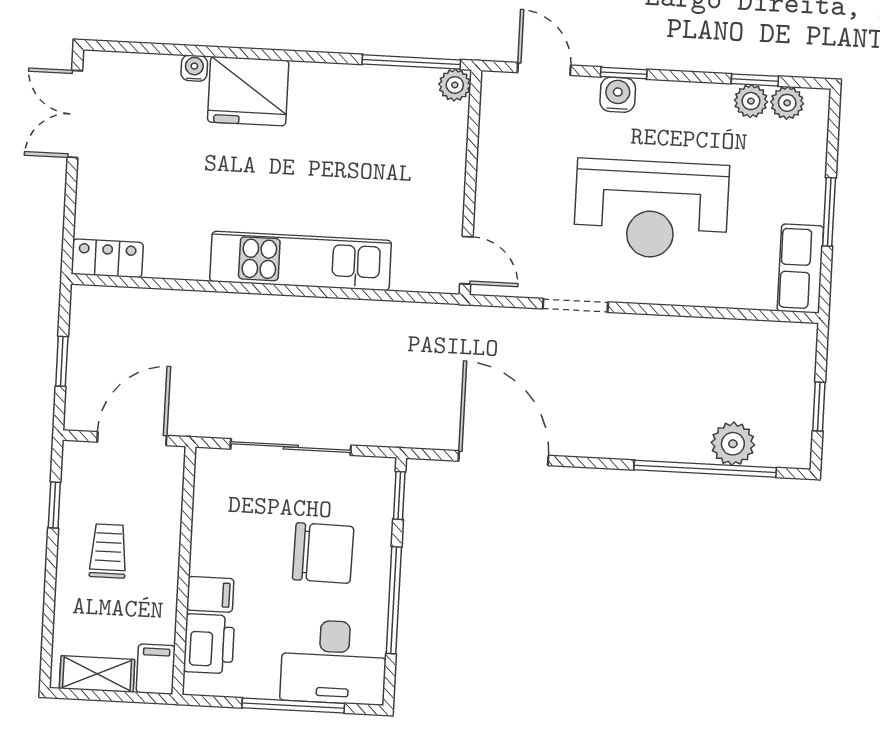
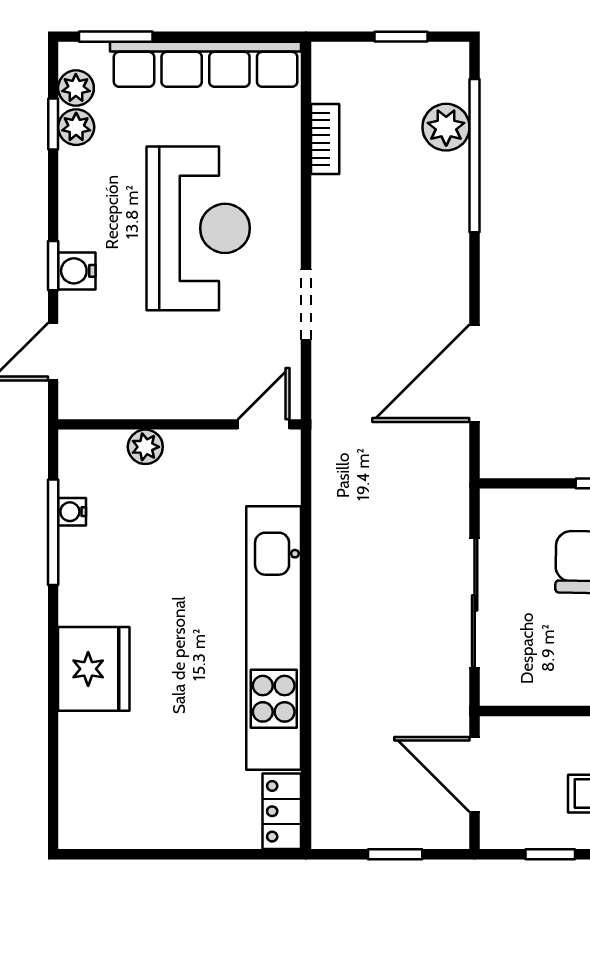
window: (411, 62) -> (53, 532), moved
water cooler: (194, 68) -> (72, 512), moved
plant: (455, 85) -> (145, 447), moved
double door: (75, 114) -> (128, 854), removed
window: (829, 212) -> (116, 37), moved
kitchen unit: (301, 261) -> (274, 638), width x1.36
row of seats: (800, 269) -> (206, 64), width x2.02
bookcase: (728, 331) -> (325, 139), added
window: (399, 496) -> (521, 483), removed

